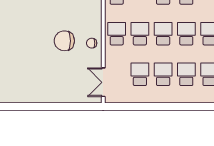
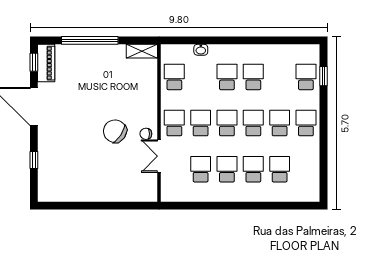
chair: (64, 41) -> (115, 131), turned 34
double door: (103, 82) -> (159, 156), moved

